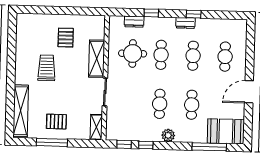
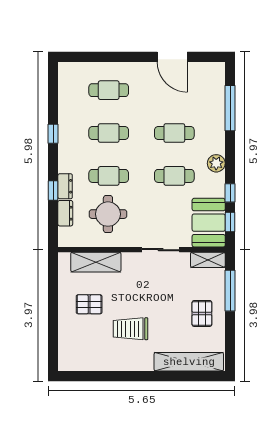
dresser: (186, 23) -> (65, 186), moved
shelving: (97, 59) -> (96, 262), moved
door: (249, 92) -> (172, 57), moved
booth: (226, 131) -> (209, 223), moved
window: (52, 142) -> (230, 291), moved

